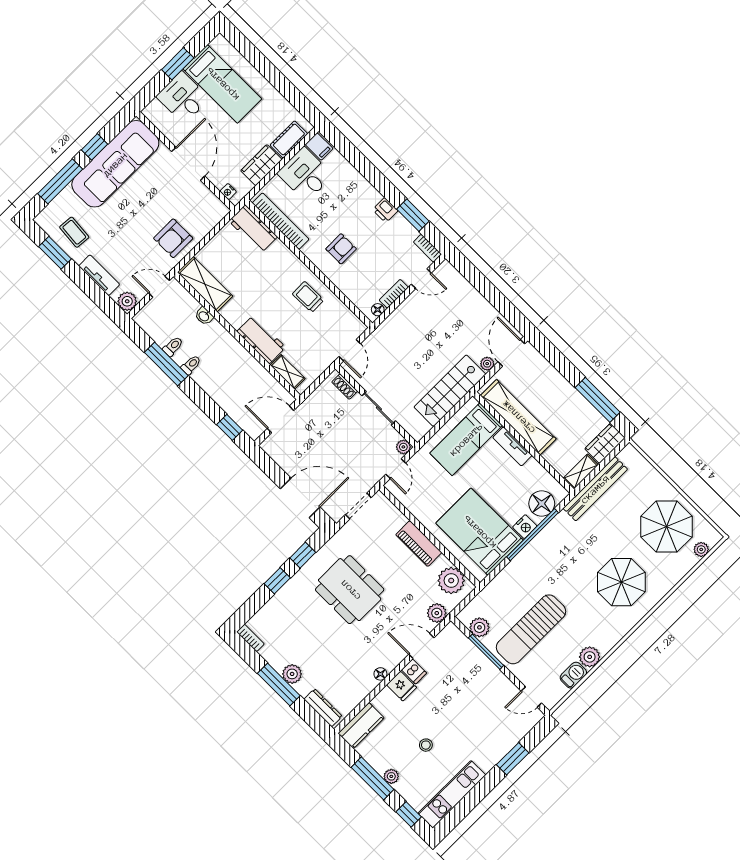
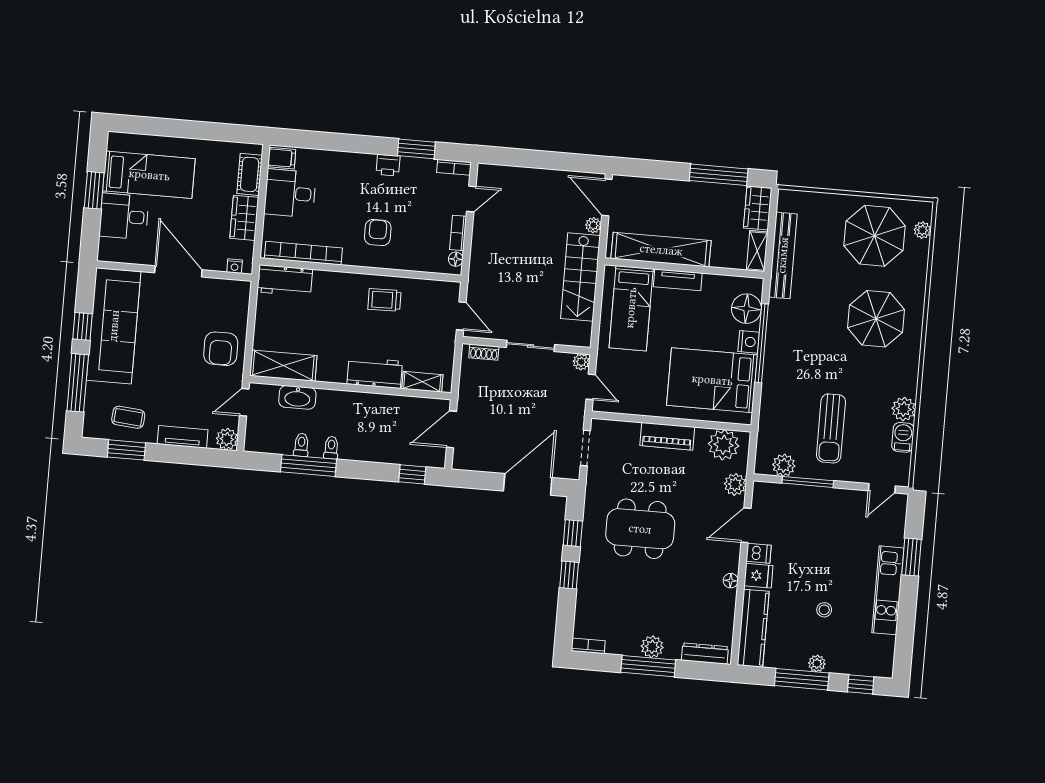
washbasin: (204, 316) -> (297, 397), width x1.91, depth x1.45
sun lounger: (531, 629) -> (831, 428), width x0.73, depth x0.75
kitchen counter: (361, 726) -> (753, 628), width x1.50
kitchen unit: (452, 794) -> (888, 590), moved

